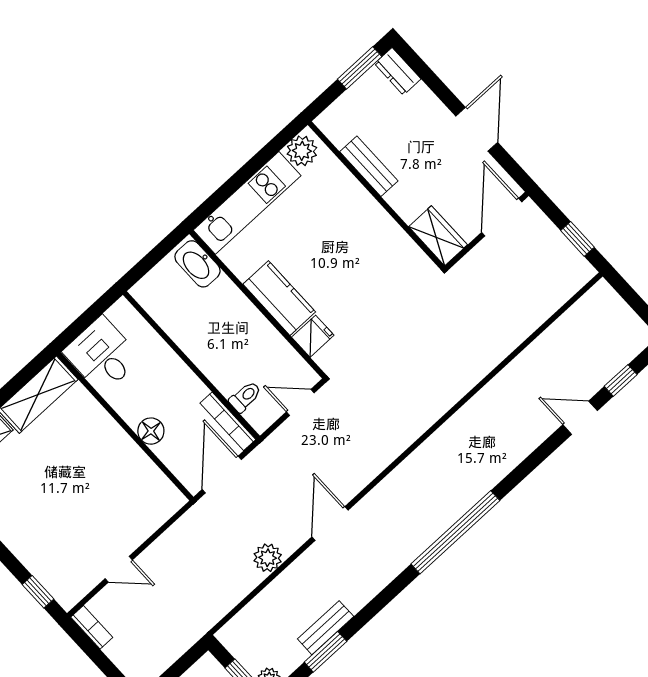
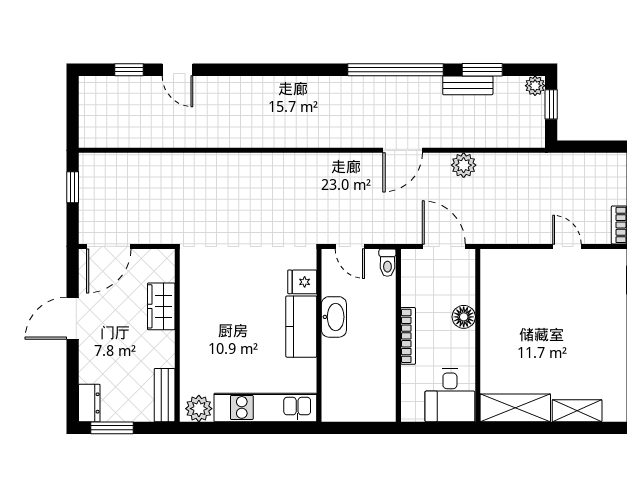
bench: (369, 166) -> (165, 395), moved
wardrobe: (438, 236) -> (161, 306), moved
washbasin: (197, 264) -> (334, 317), moved
toilet: (245, 397) -> (387, 263), moved, turned -90
bookcase: (228, 421) -> (408, 336), moved
door: (222, 475) -> (444, 246), swing flipped
window: (455, 532) -> (395, 70), moved

